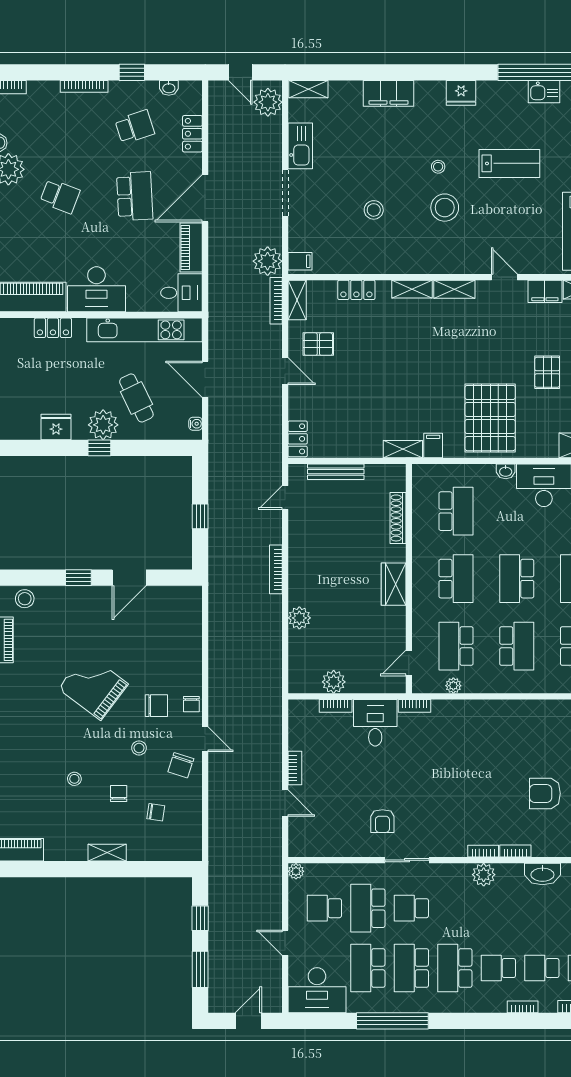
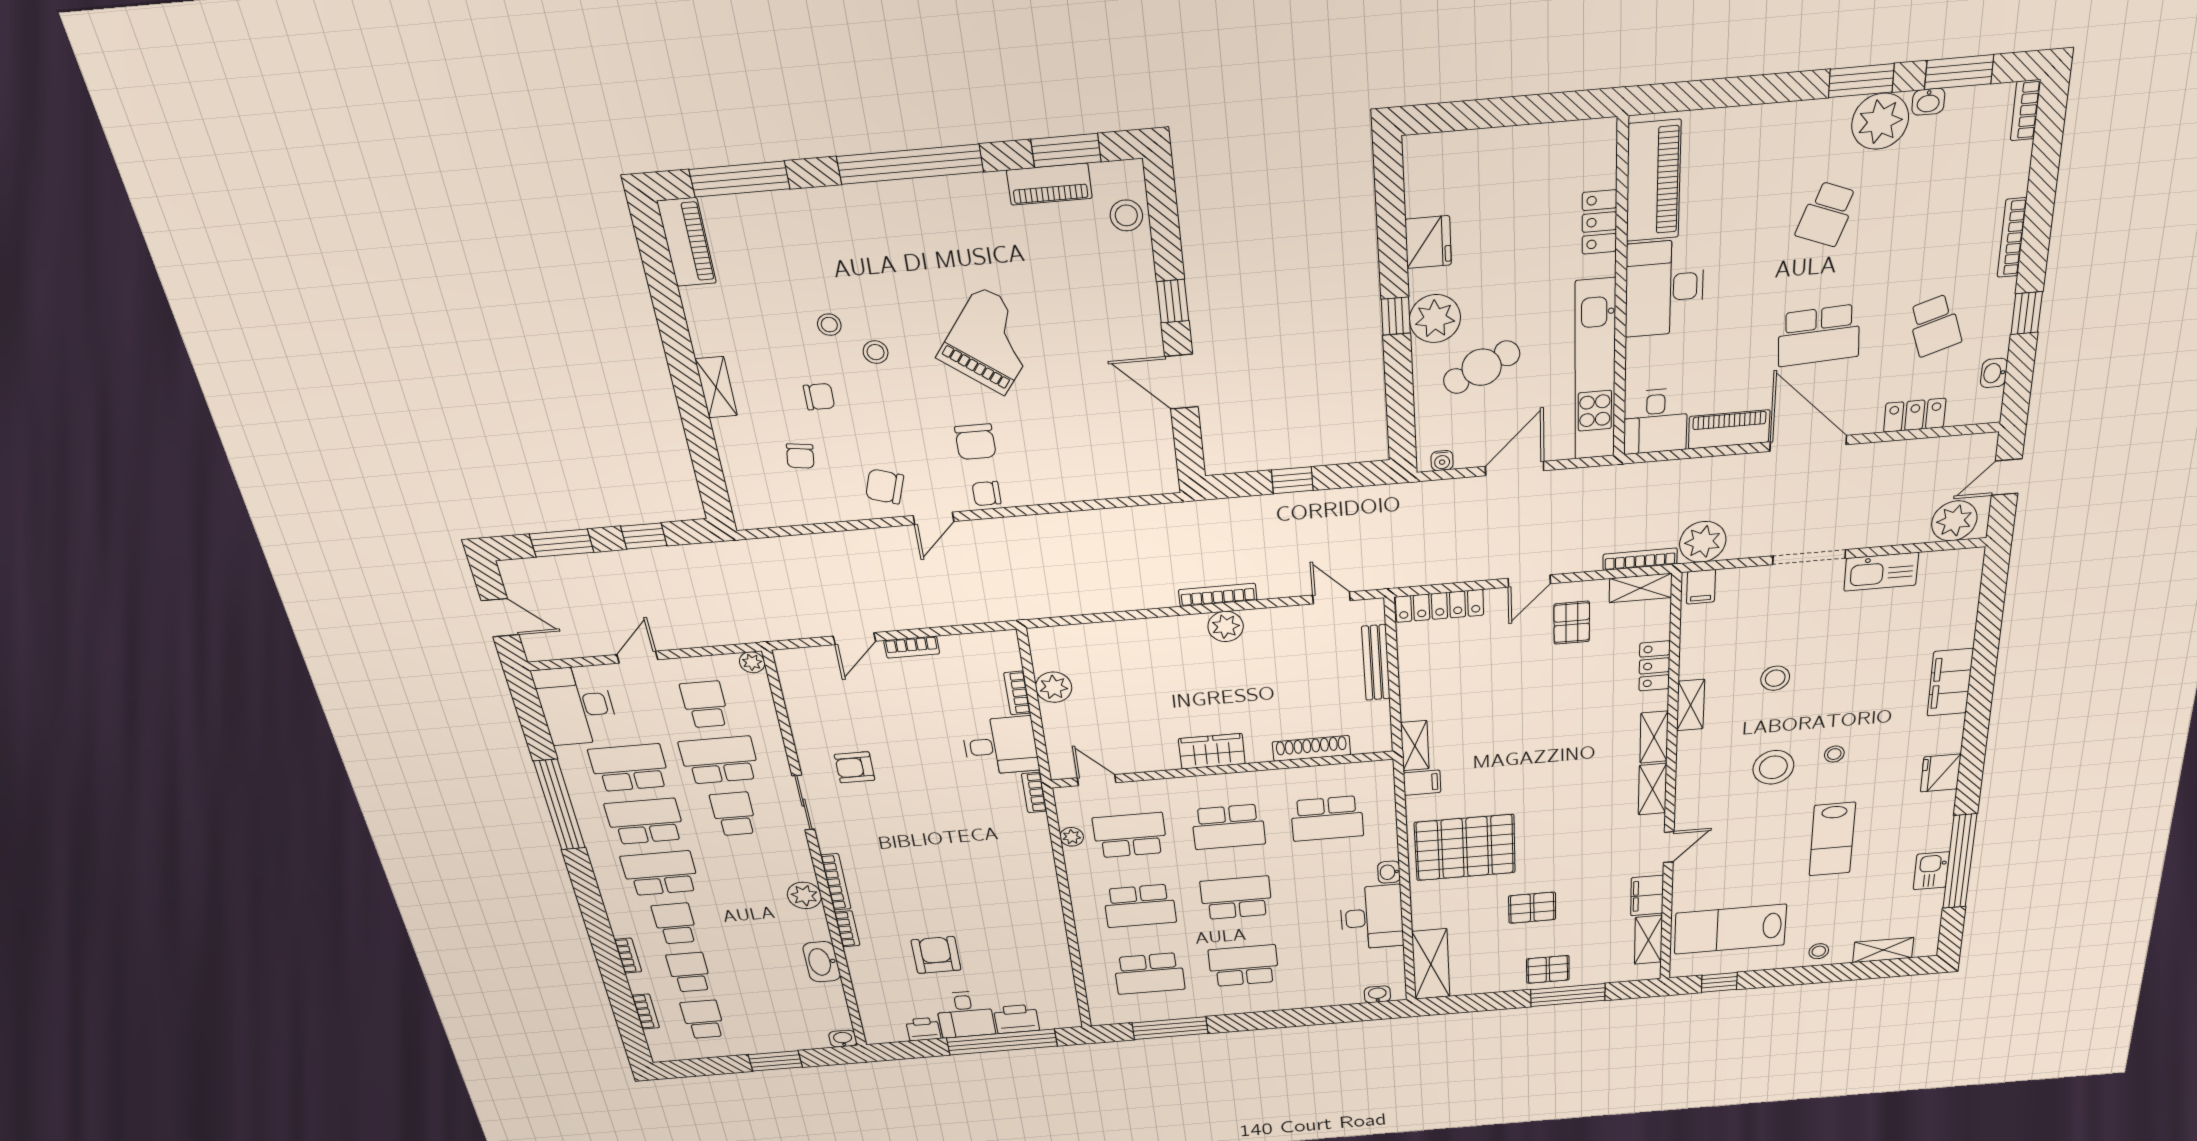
shelving: (308, 89) -> (1691, 705), moved
locker: (298, 439) -> (1440, 606), width x1.53
plant: (299, 618) -> (1226, 626), moved
stool: (139, 748) -> (876, 352), moved
bookcase: (483, 851) -> (836, 882), width x1.56

